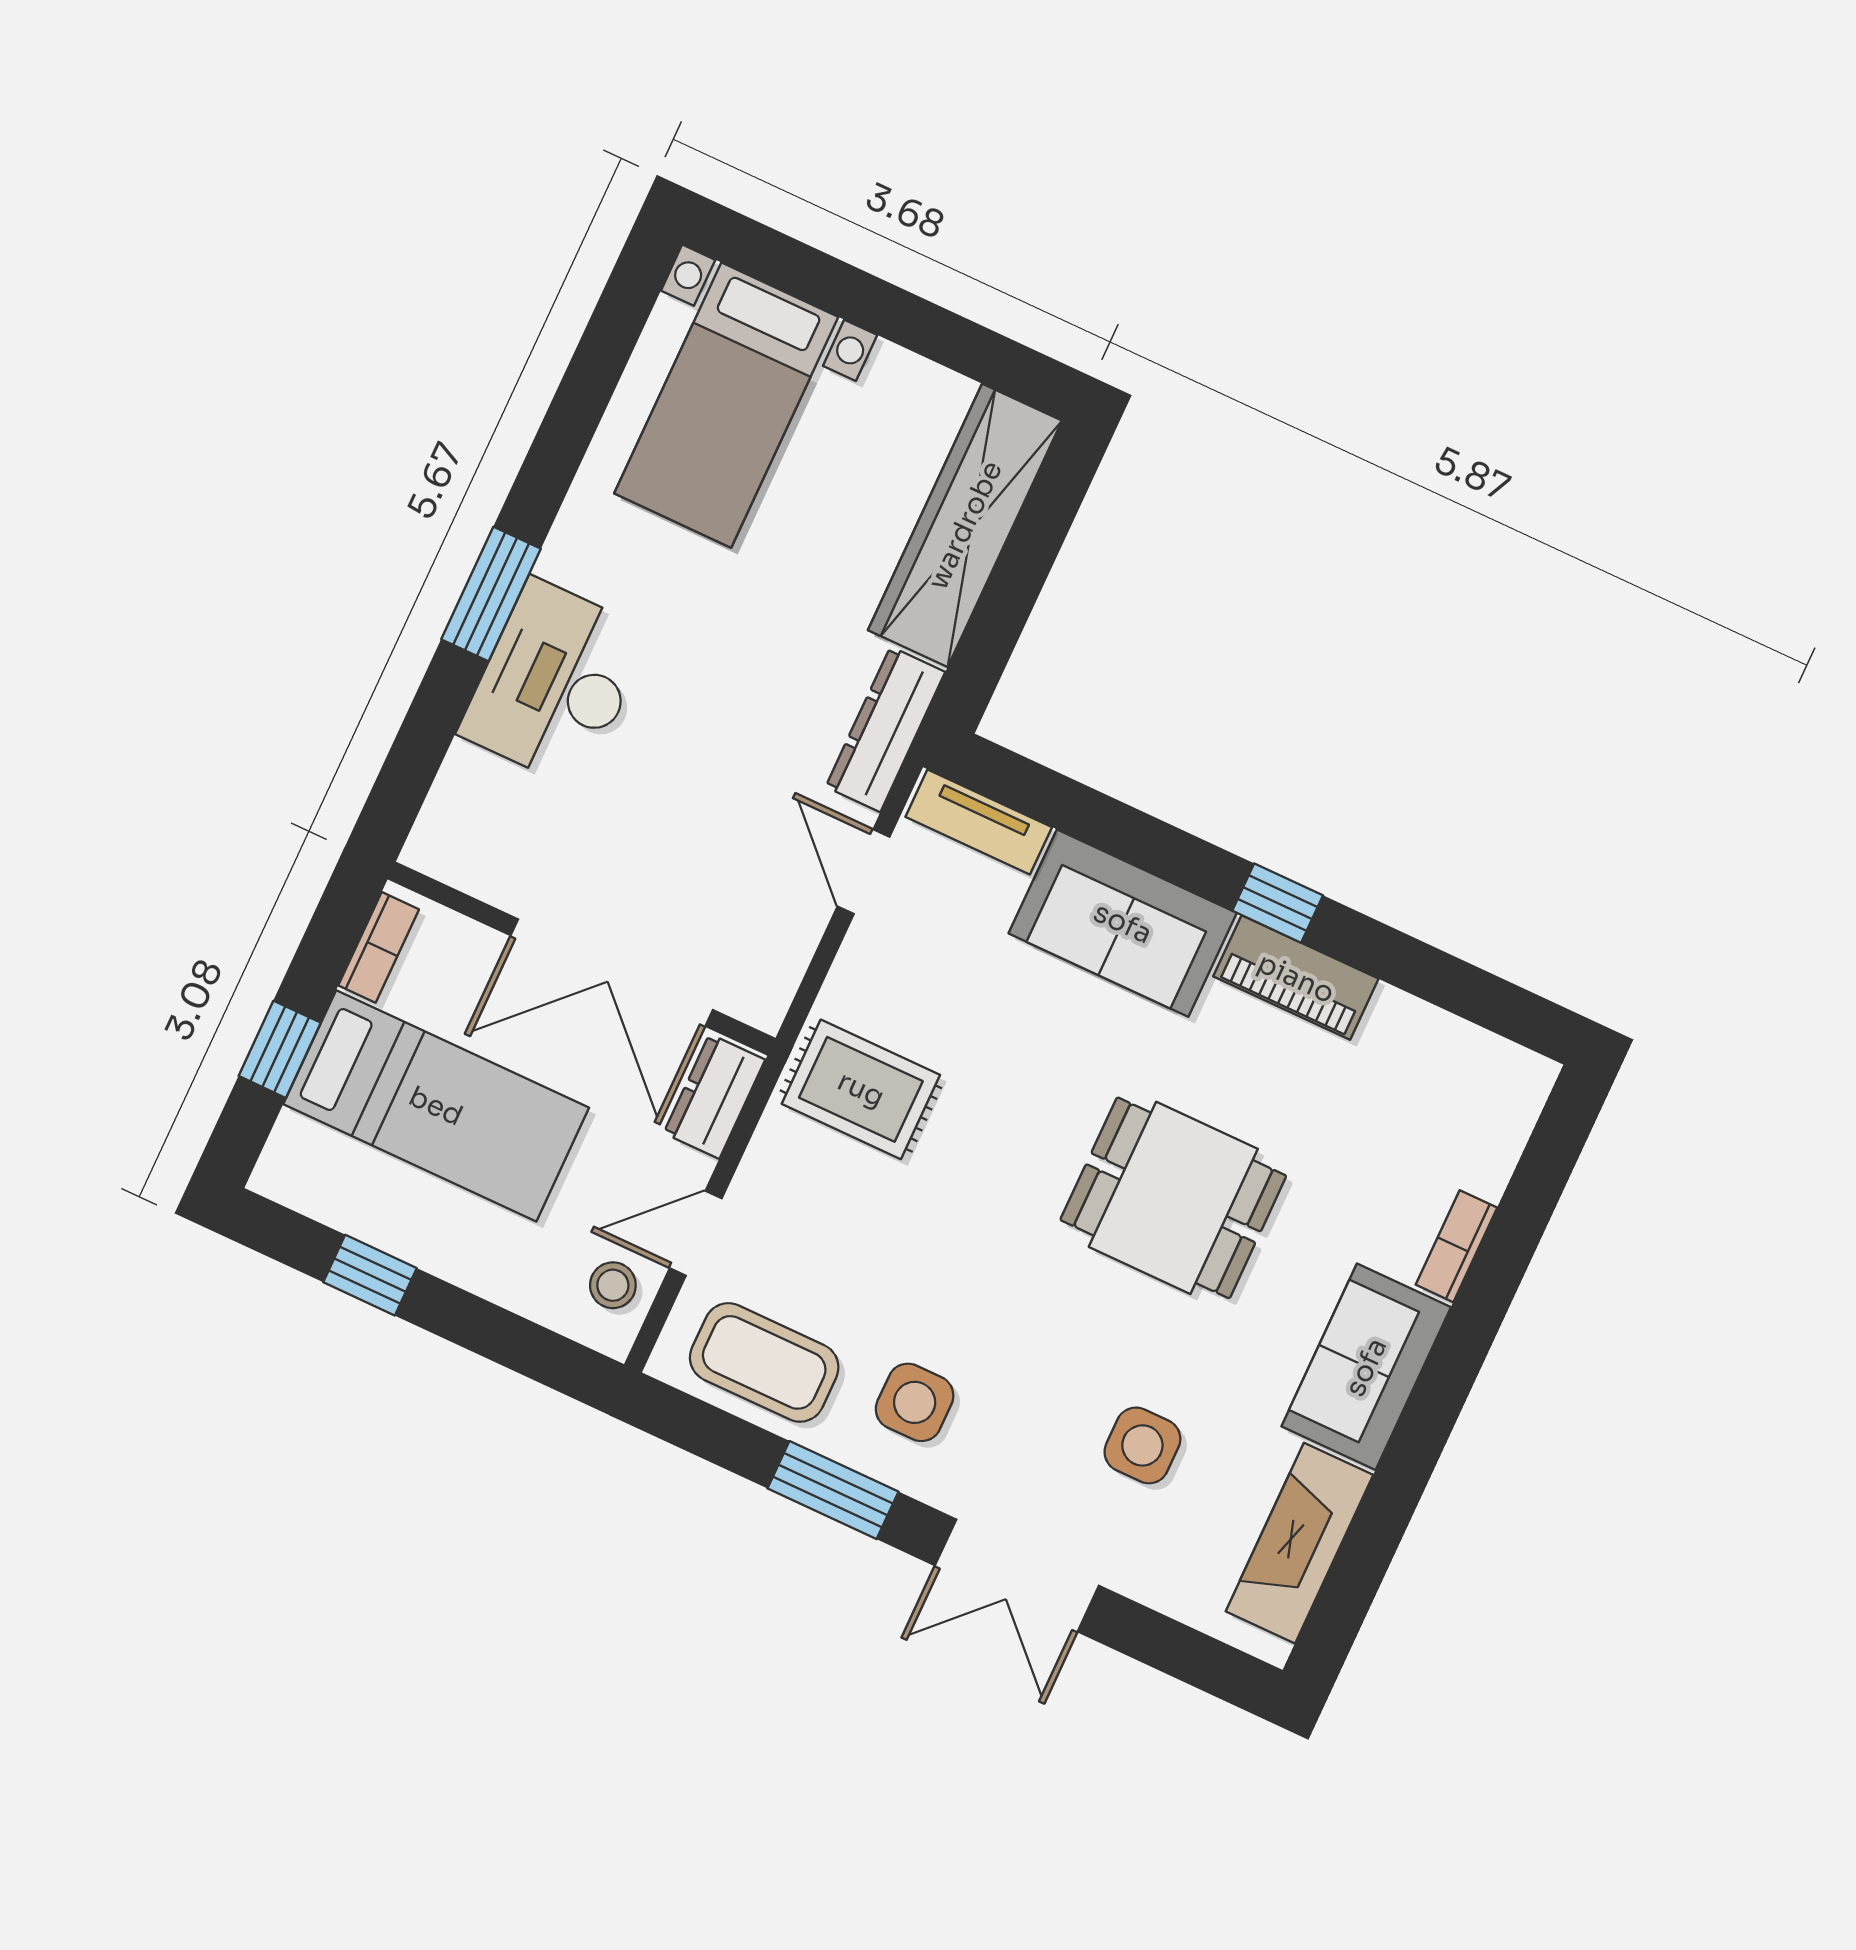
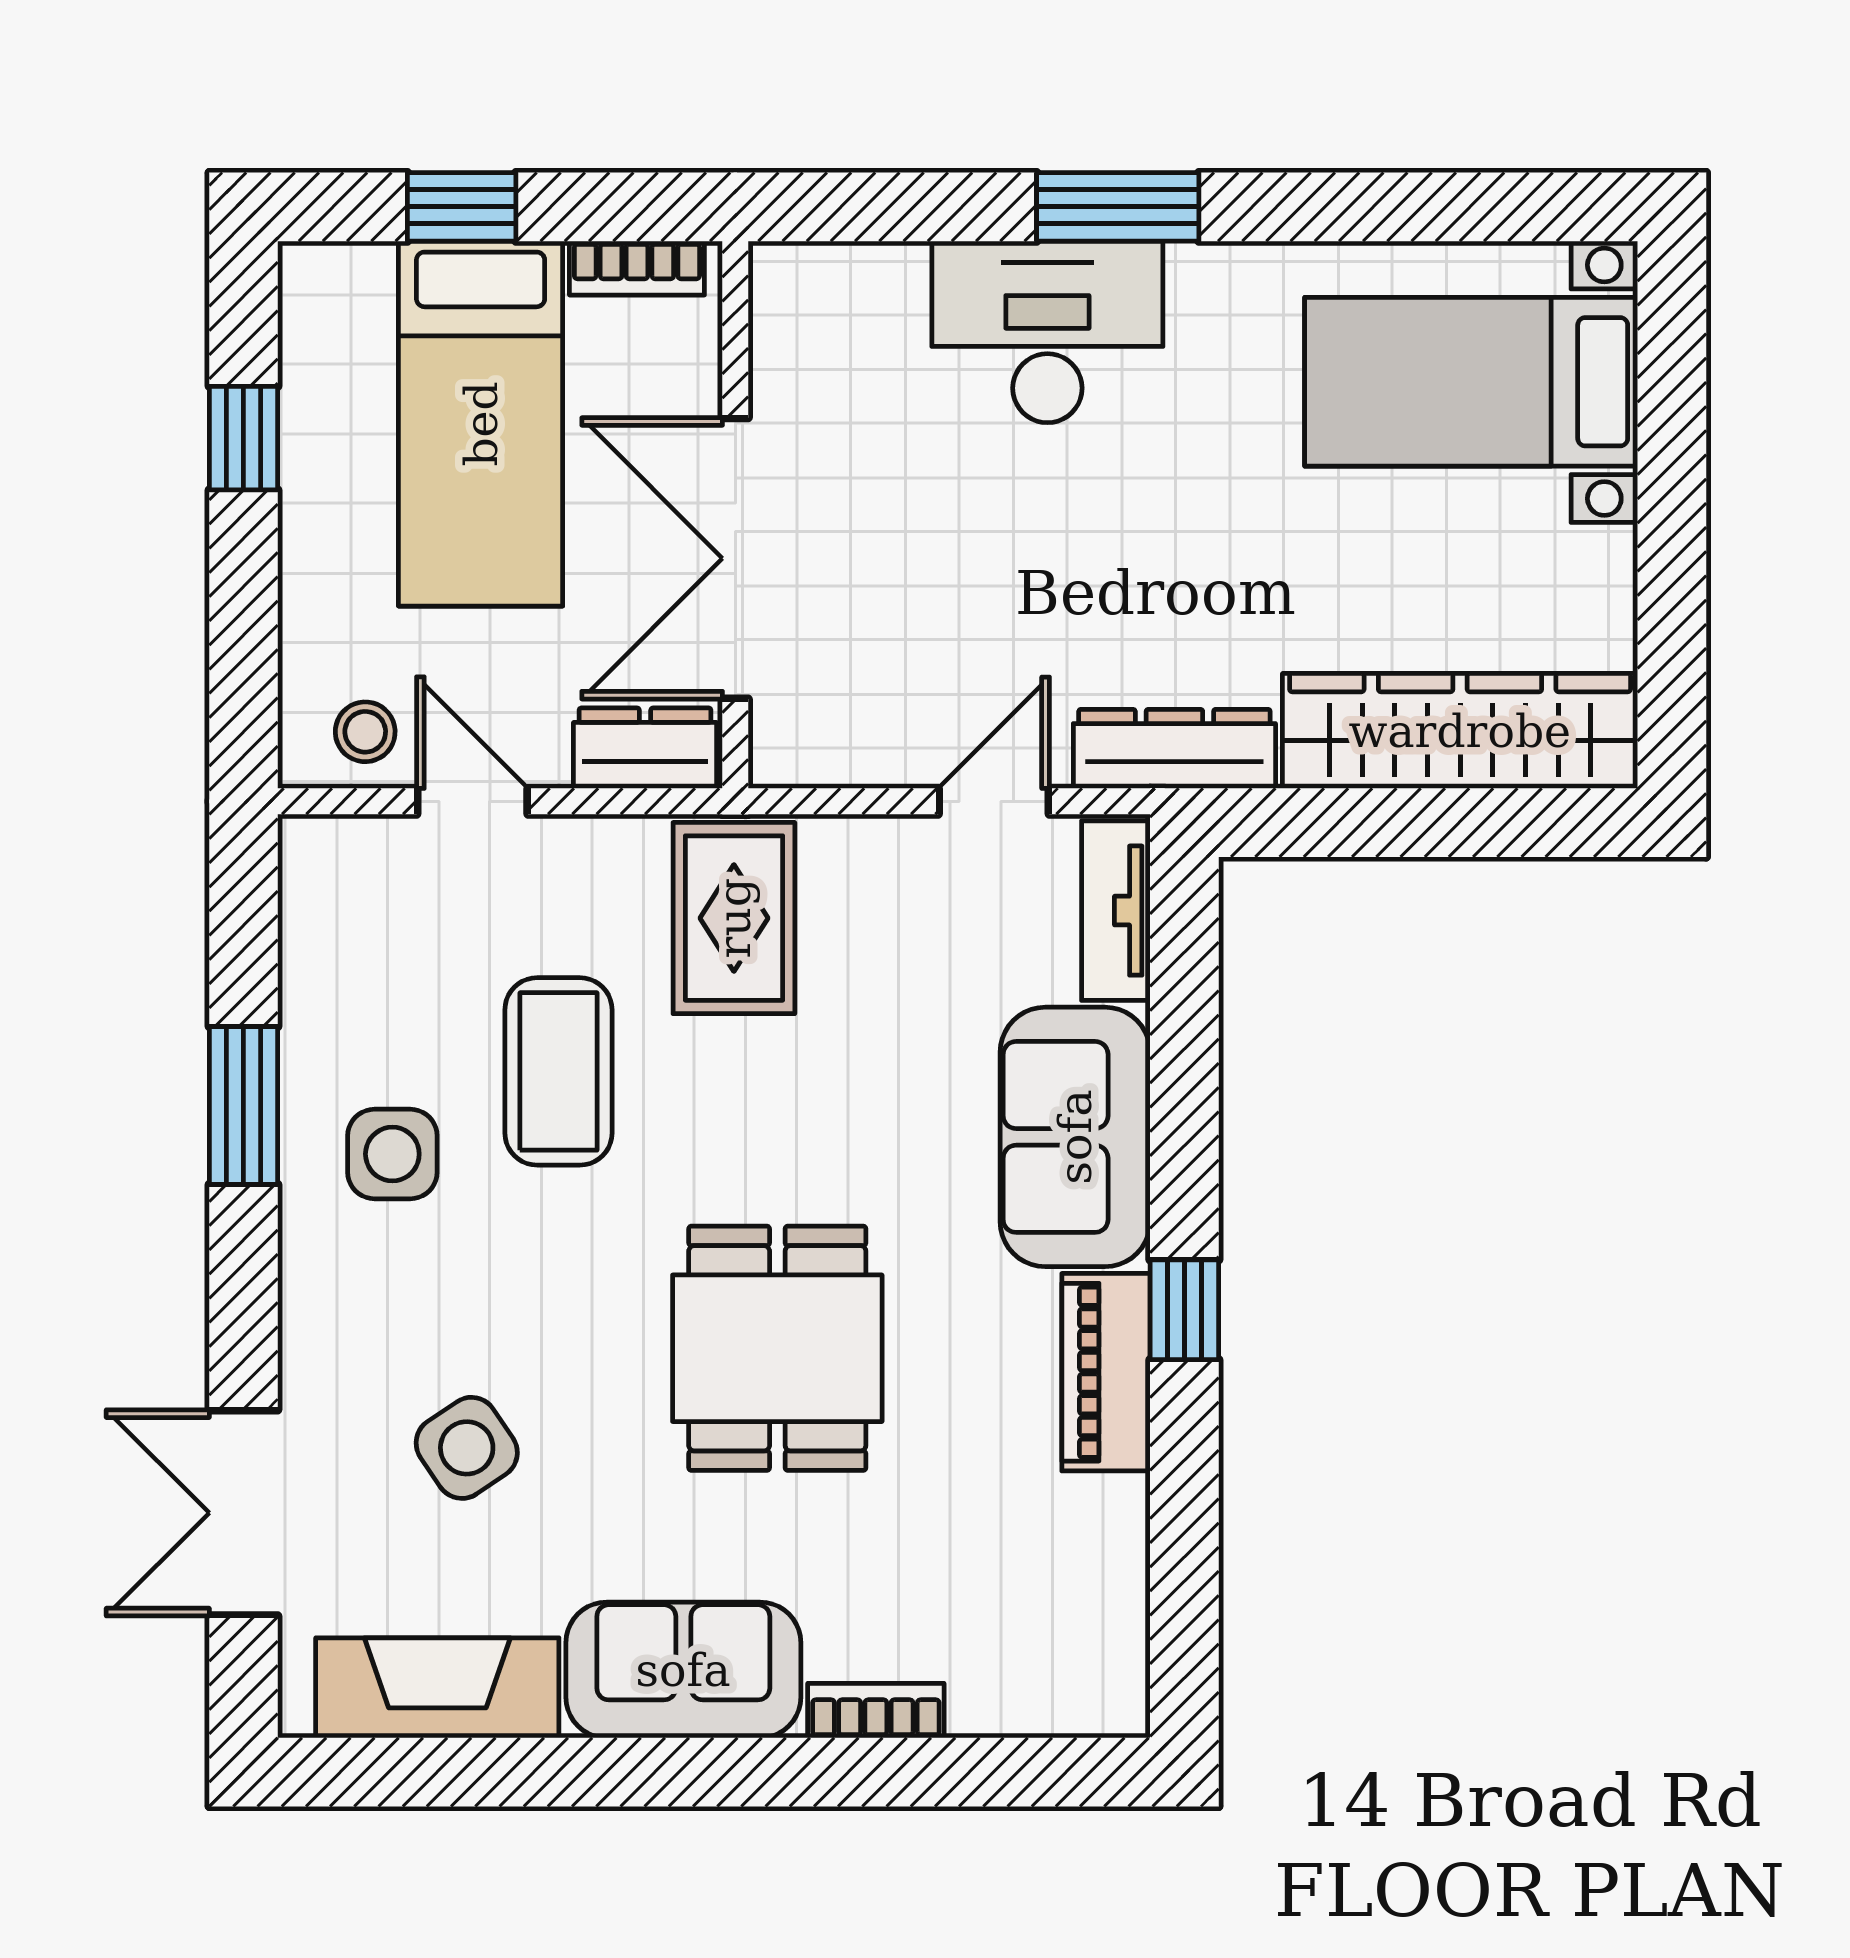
coffee table: (764, 1362) -> (558, 1071), moved
side table: (1142, 1445) -> (467, 1448), turned -34
double door: (1017, 1575) -> (243, 1513), moved

